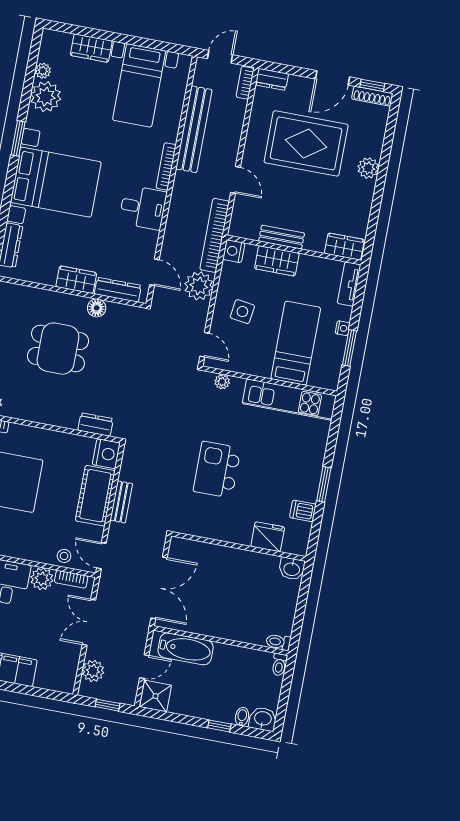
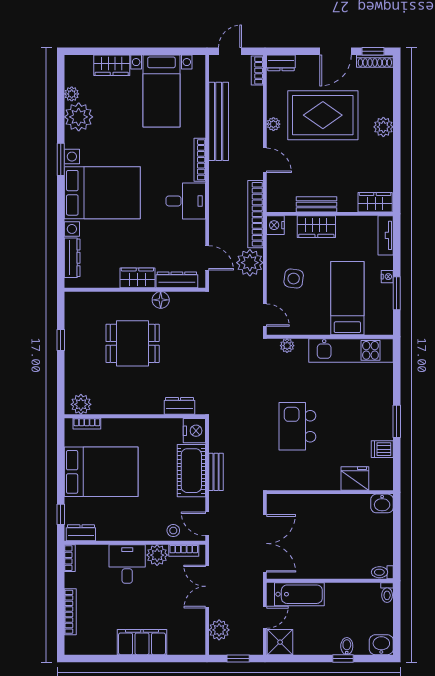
plant: (252, 143) -> (273, 124), added
bidet: (242, 717) -> (347, 646), moved

